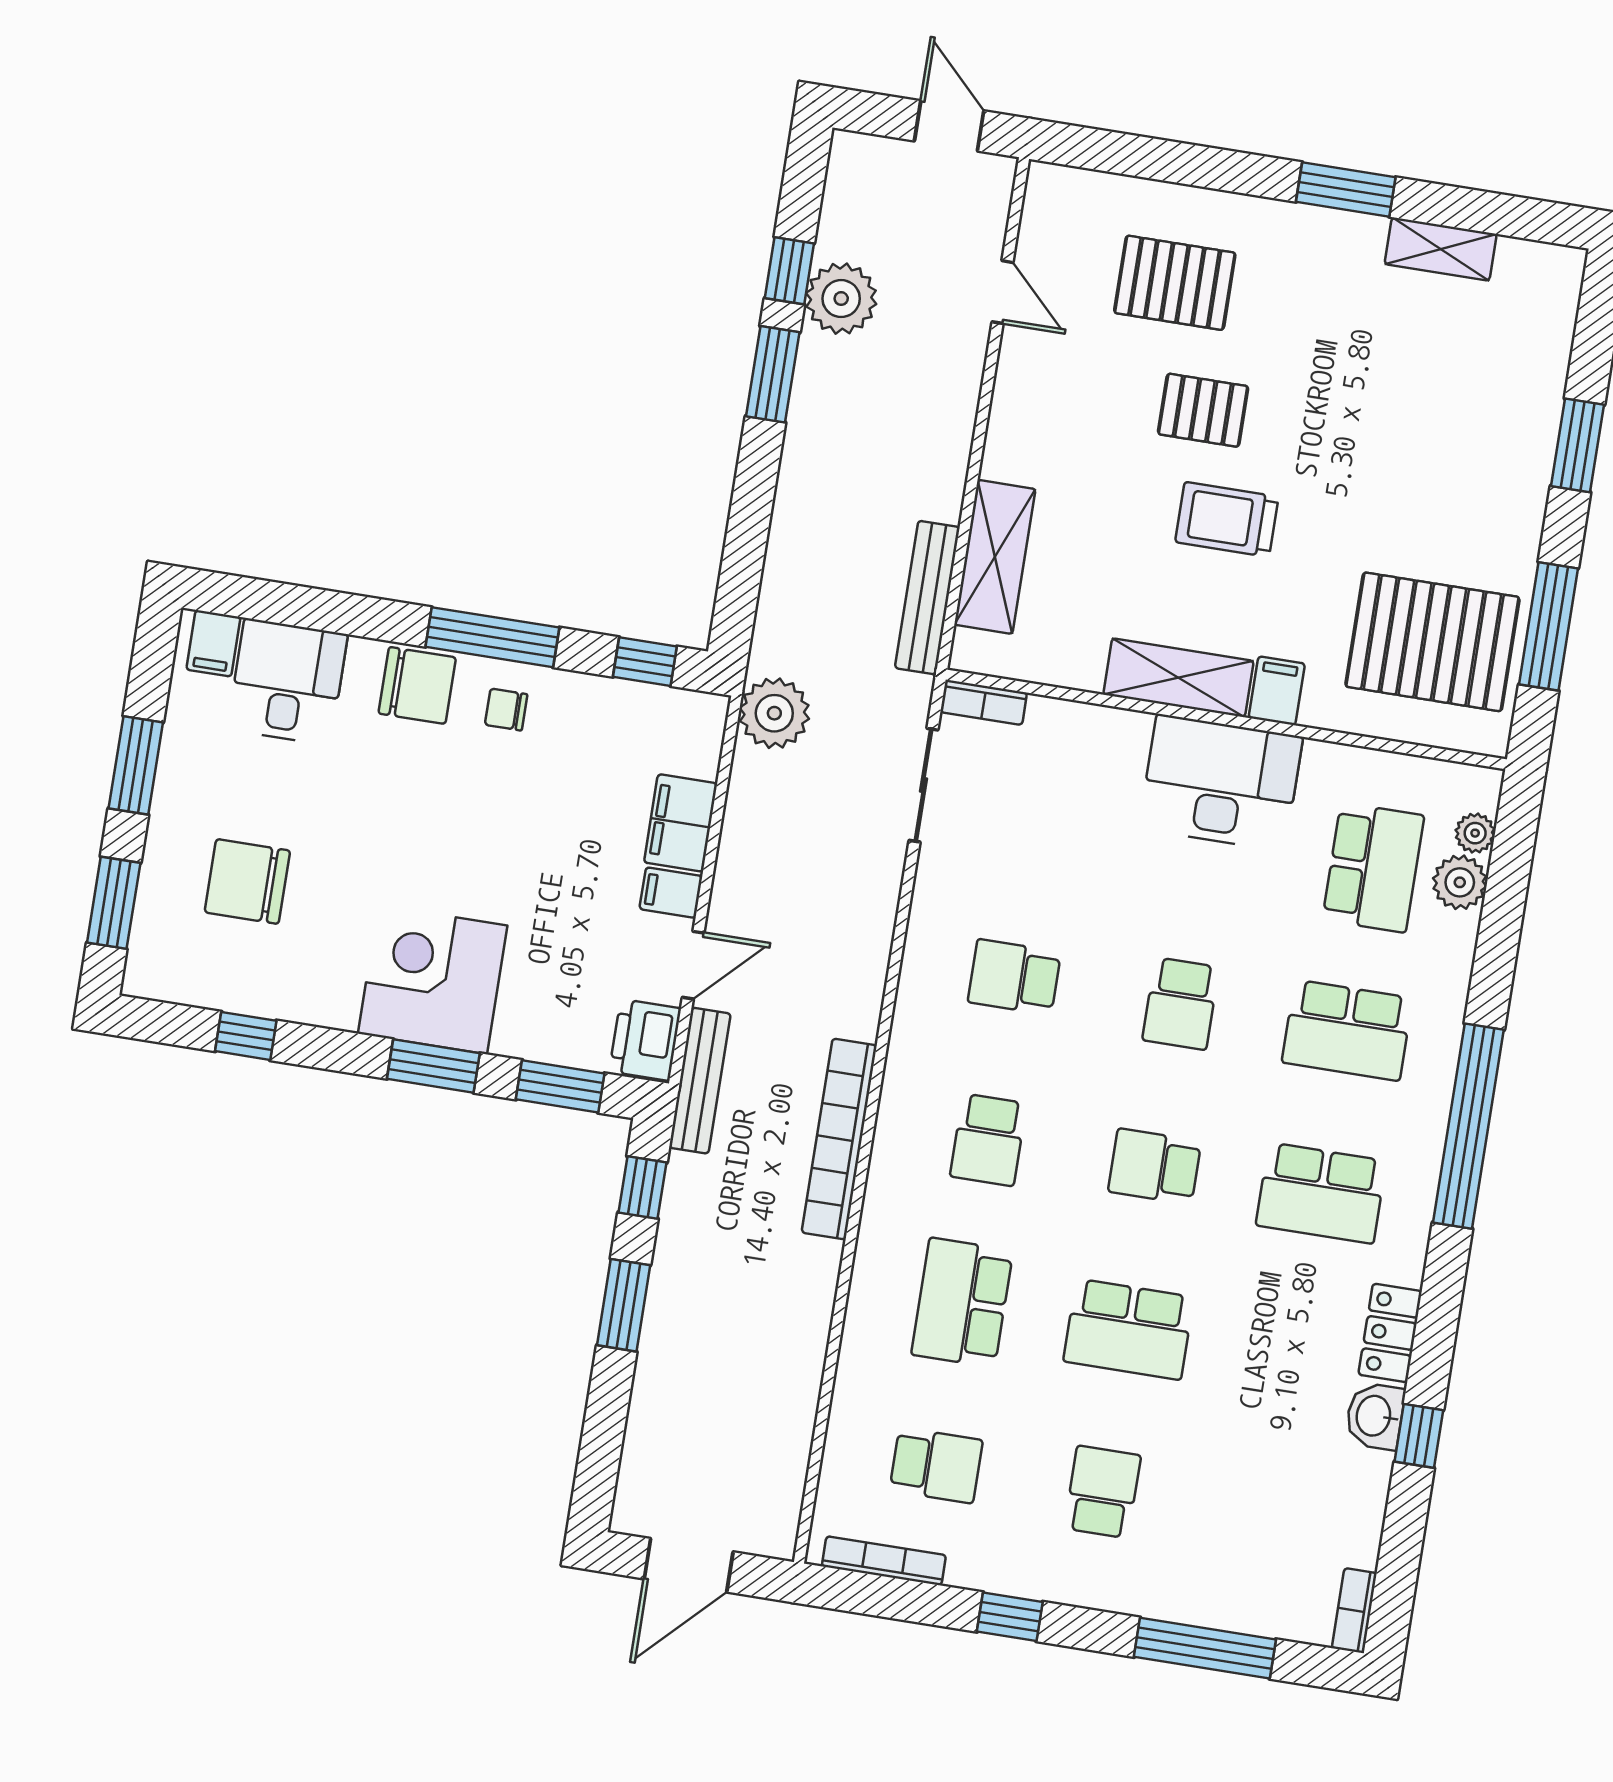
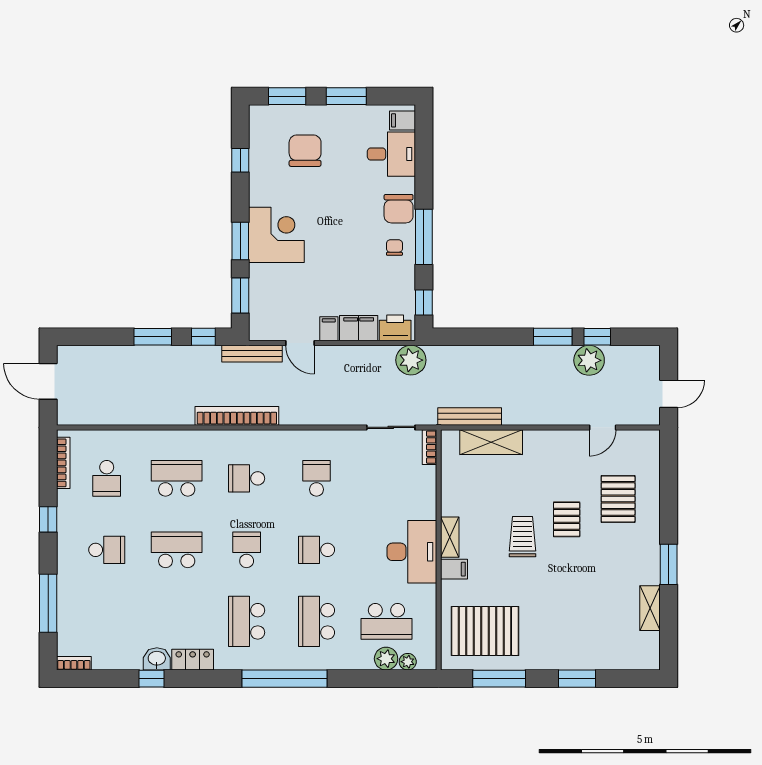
pallet: (1432, 642) -> (485, 631), turned 90
shelving: (1178, 678) -> (450, 537), width x0.67, depth x0.75
printer: (645, 1040) -> (395, 328), moved
school desk: (1129, 1329) -> (177, 550), turned 90

